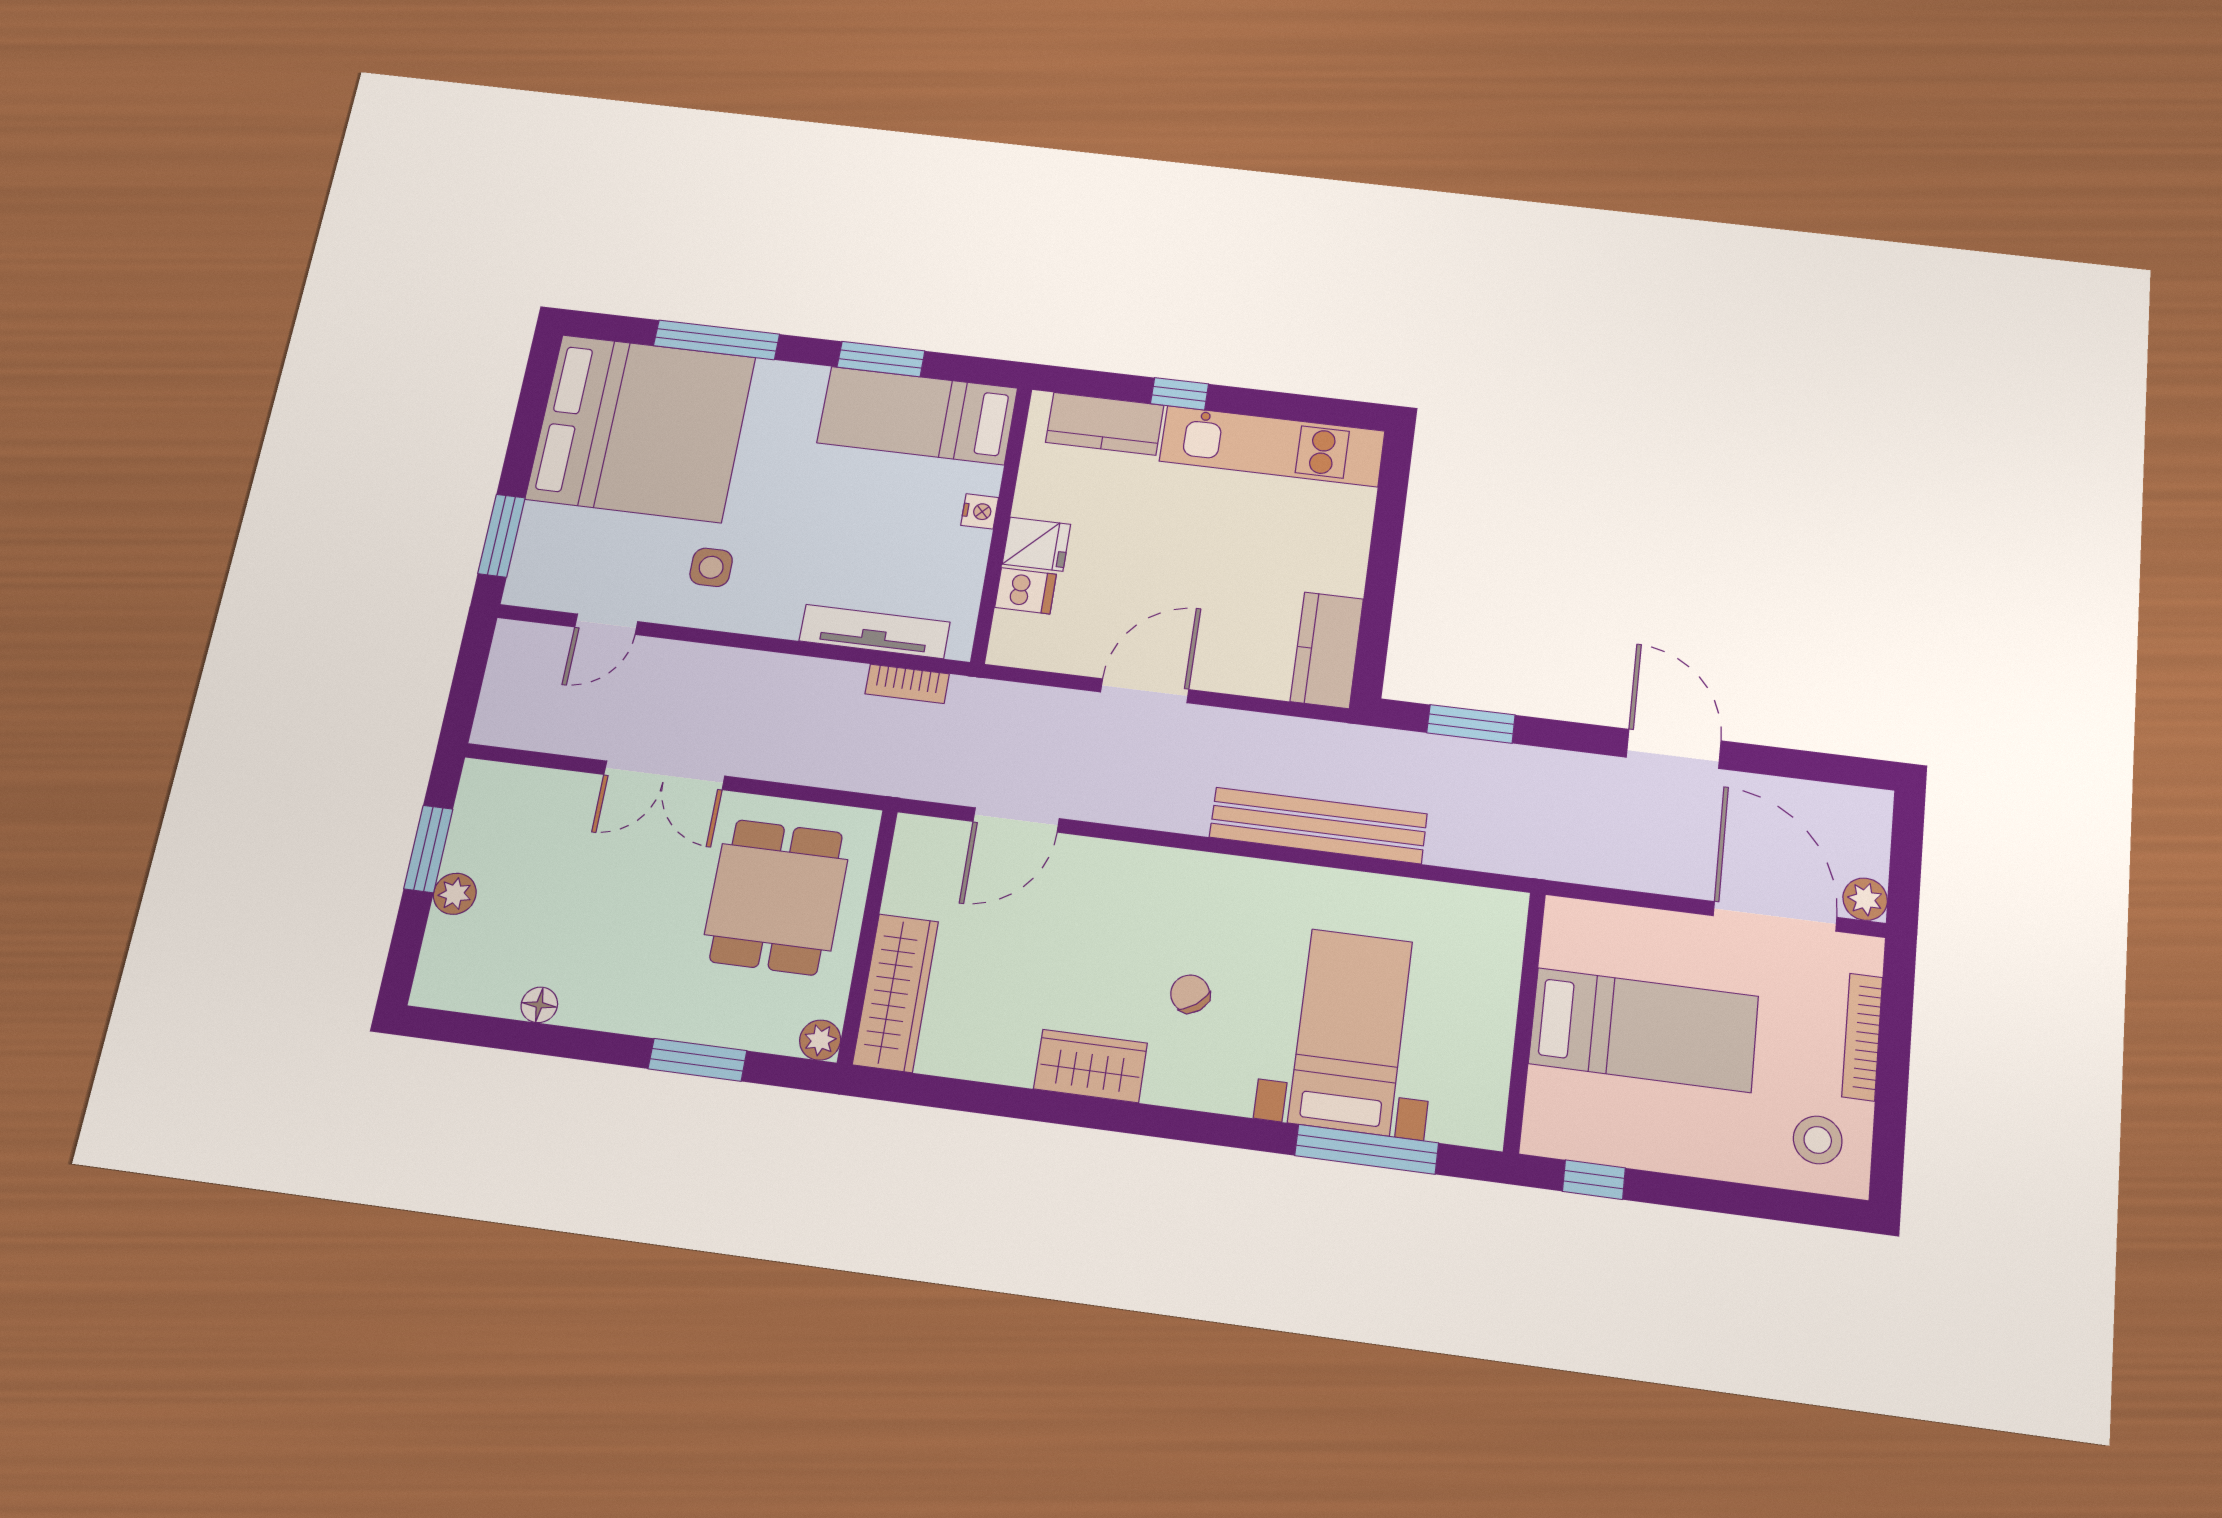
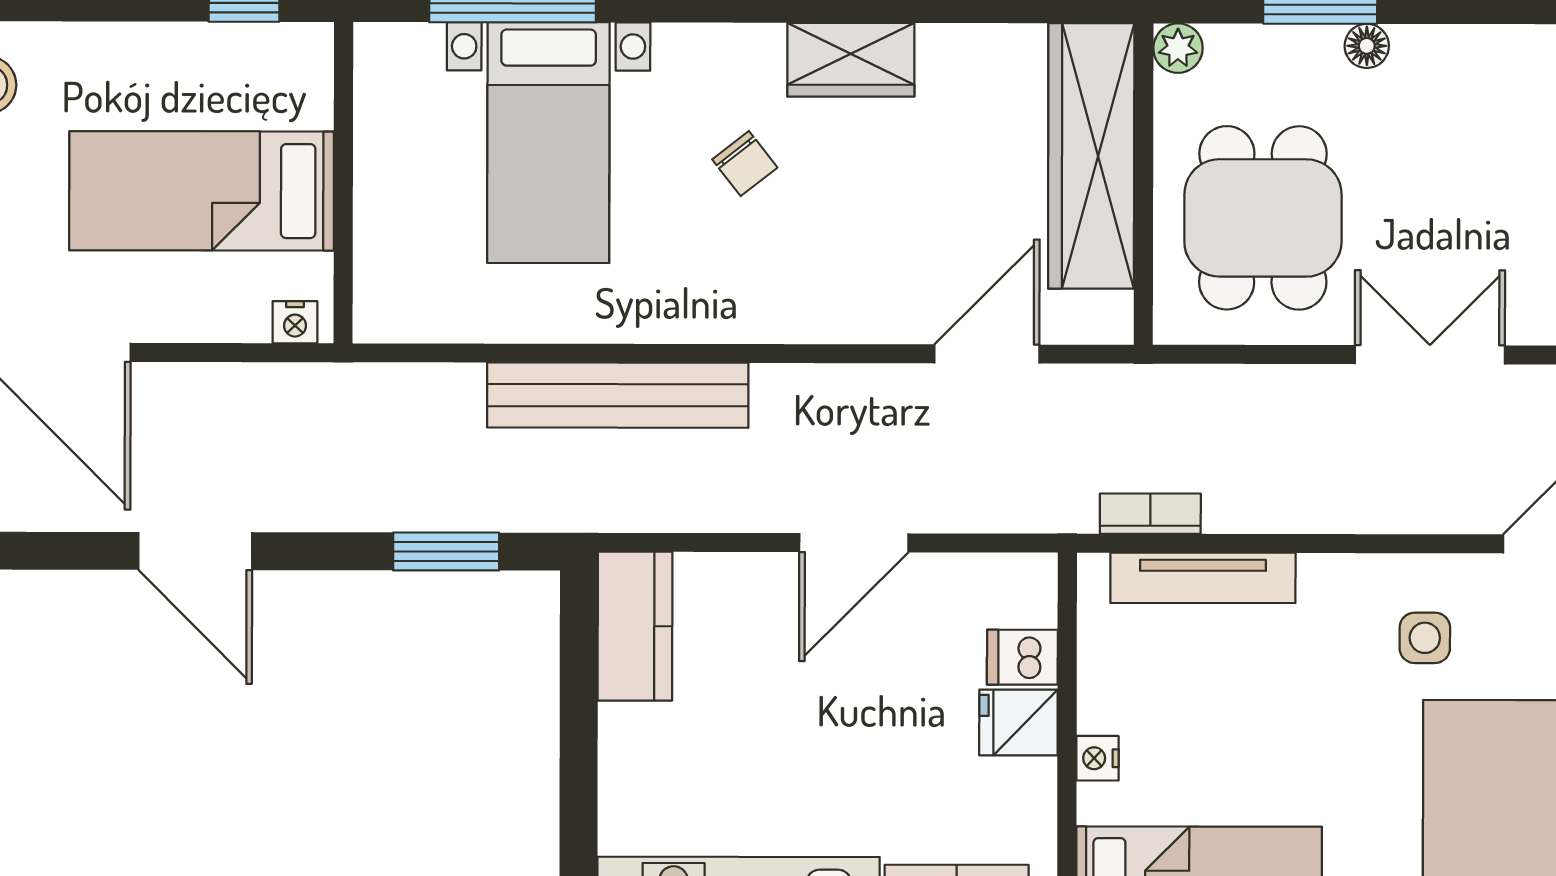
nightstand: (1576, 915) -> (295, 322), added
wardrobe: (896, 993) -> (1091, 156), width x1.40, depth x1.17
floor lamp: (539, 1005) -> (1367, 46), moved

